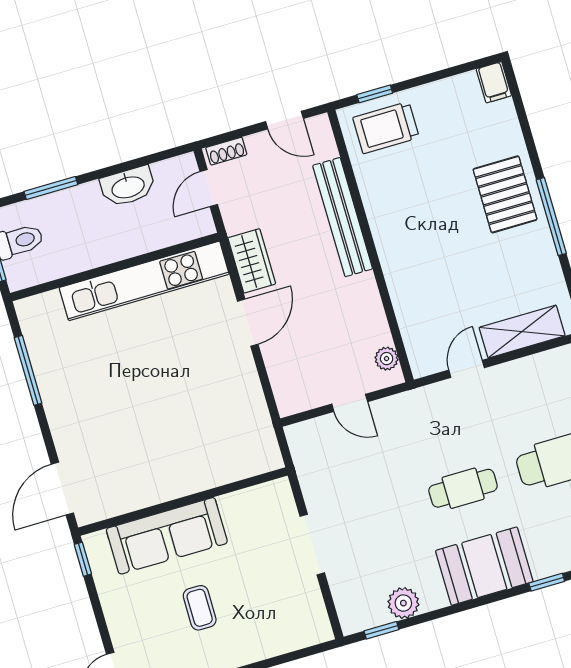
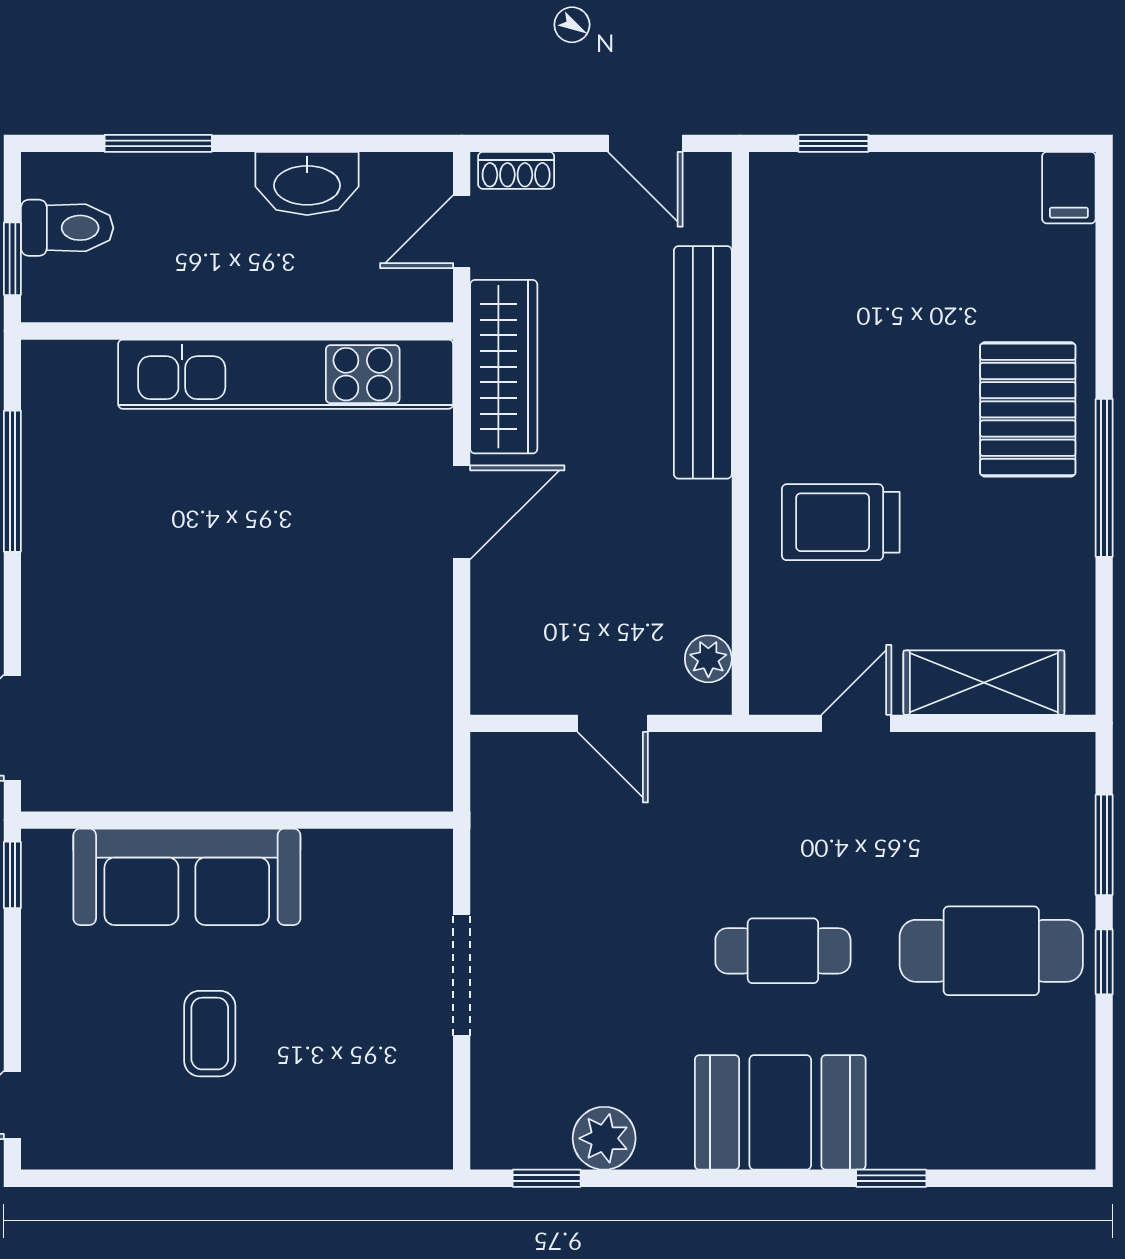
trolley: (386, 128) -> (841, 522), moved
wardrobe: (252, 261) -> (504, 367), width x1.50

